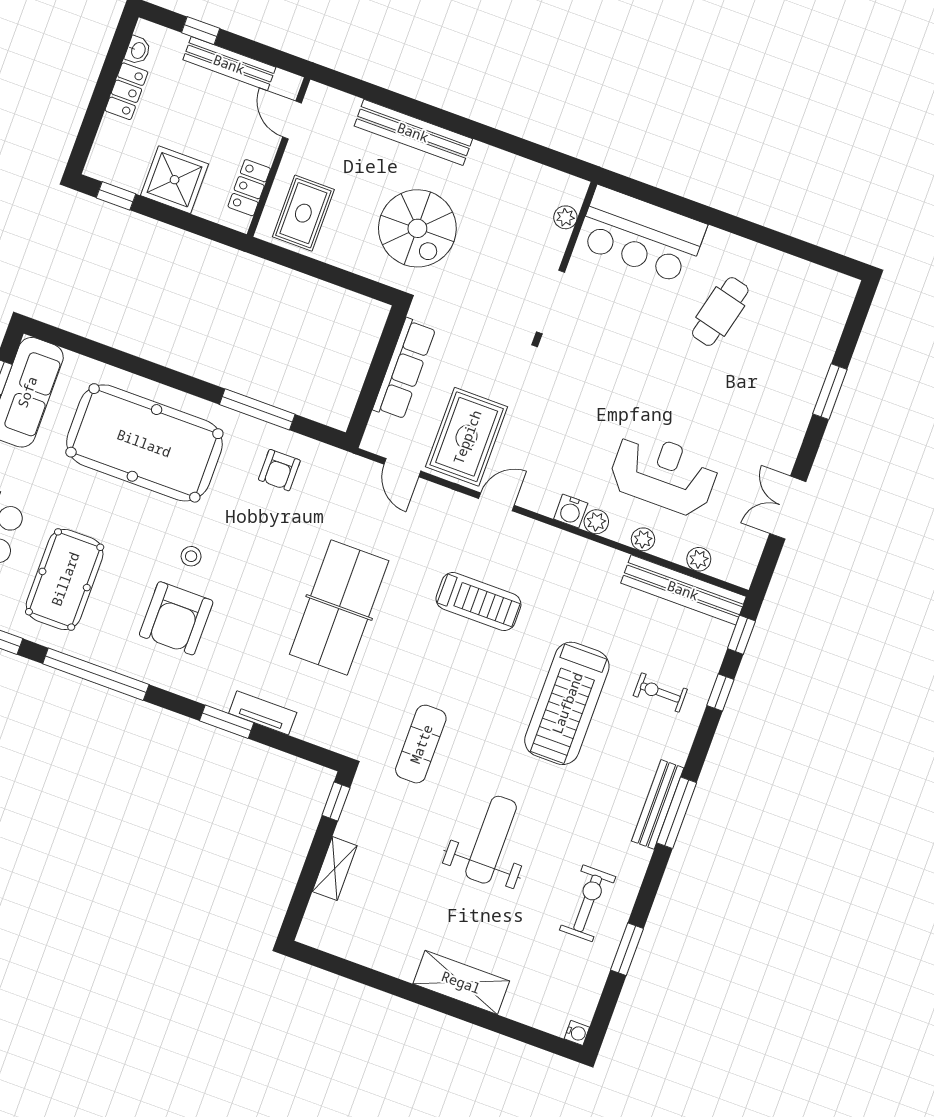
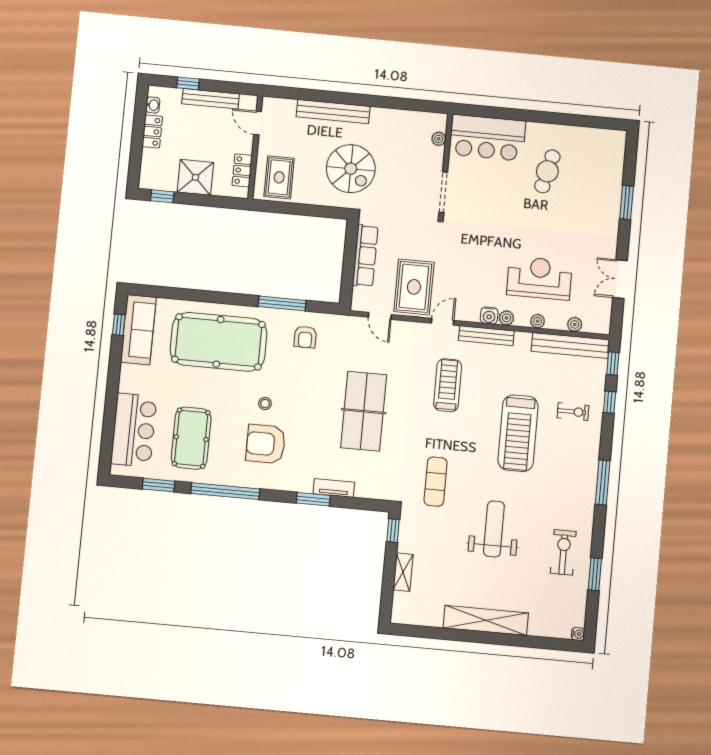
treadmill: (478, 602) -> (448, 385), turned -90
armchair: (176, 618) -> (266, 444), turned 90
exercise bike: (660, 692) -> (573, 412), turned 180
bench: (658, 804) -> (486, 336), moved, turned 90
shelving: (461, 982) -> (486, 620), width x1.47

